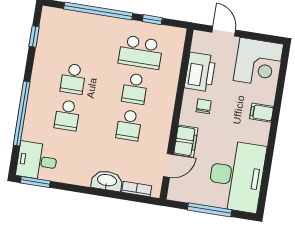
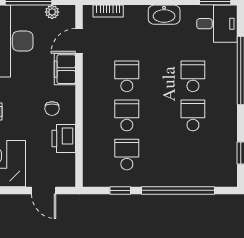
school desk: (141, 52) -> (127, 155), width x0.54
printer: (200, 72) -> (64, 138), width x0.73, depth x0.84
washbasin: (107, 181) -> (164, 15), moved
plant: (189, 196) -> (52, 12), added

